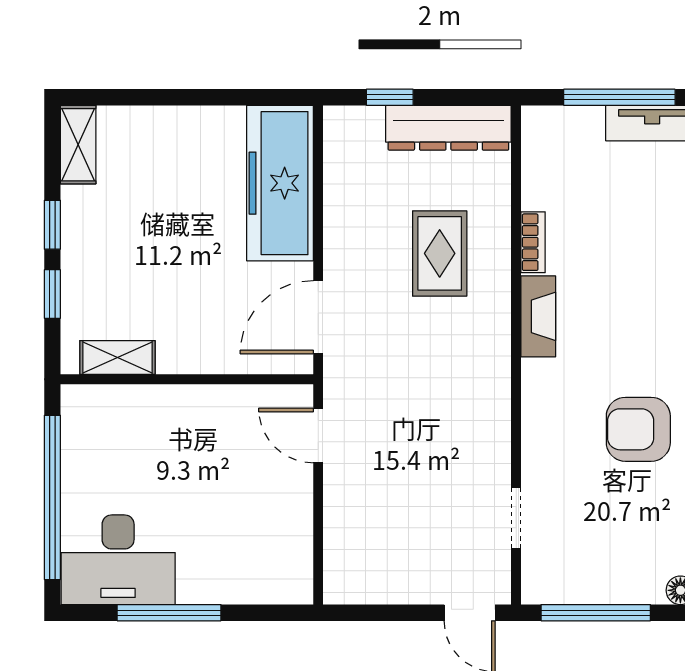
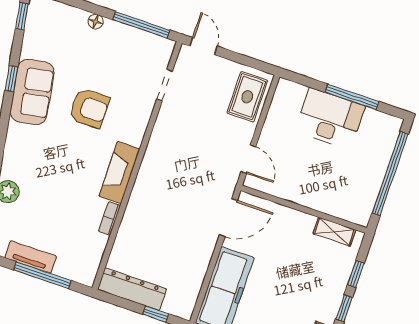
rug: (440, 253) -> (247, 97), moved
fireplace: (538, 316) -> (119, 173), width x1.37, depth x1.32
desk: (118, 560) -> (330, 119), moved

